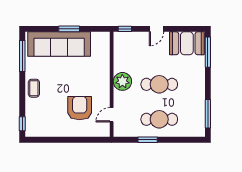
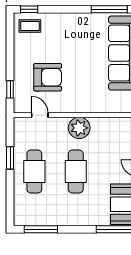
coffee table: (34, 88) -> (30, 26), moved
window: (90, 140) -> (10, 89), added

